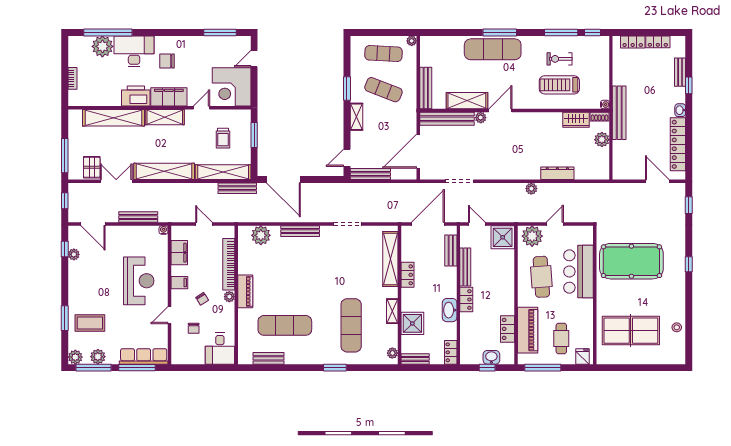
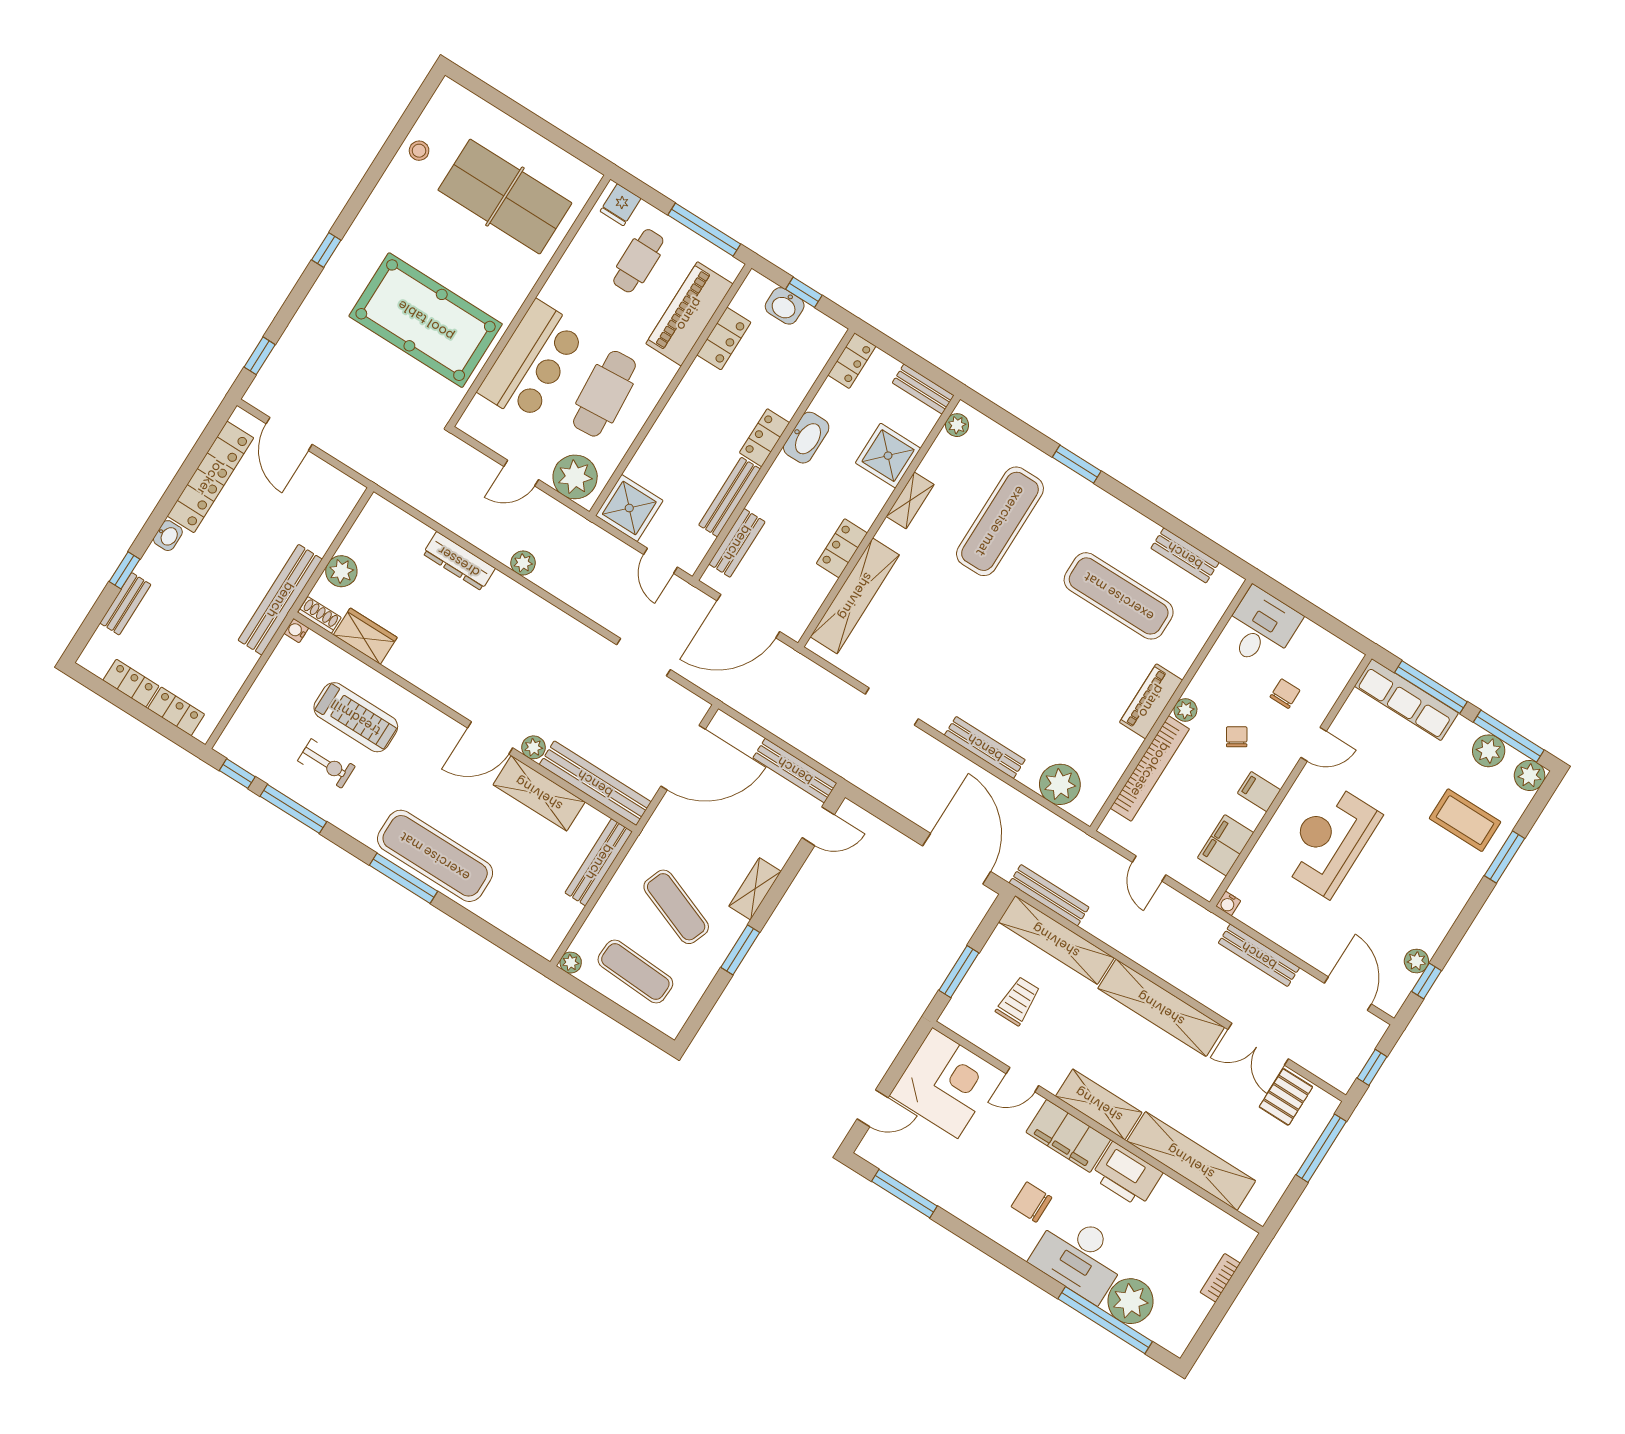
chair: (167, 61) -> (1031, 1202), turned 180

